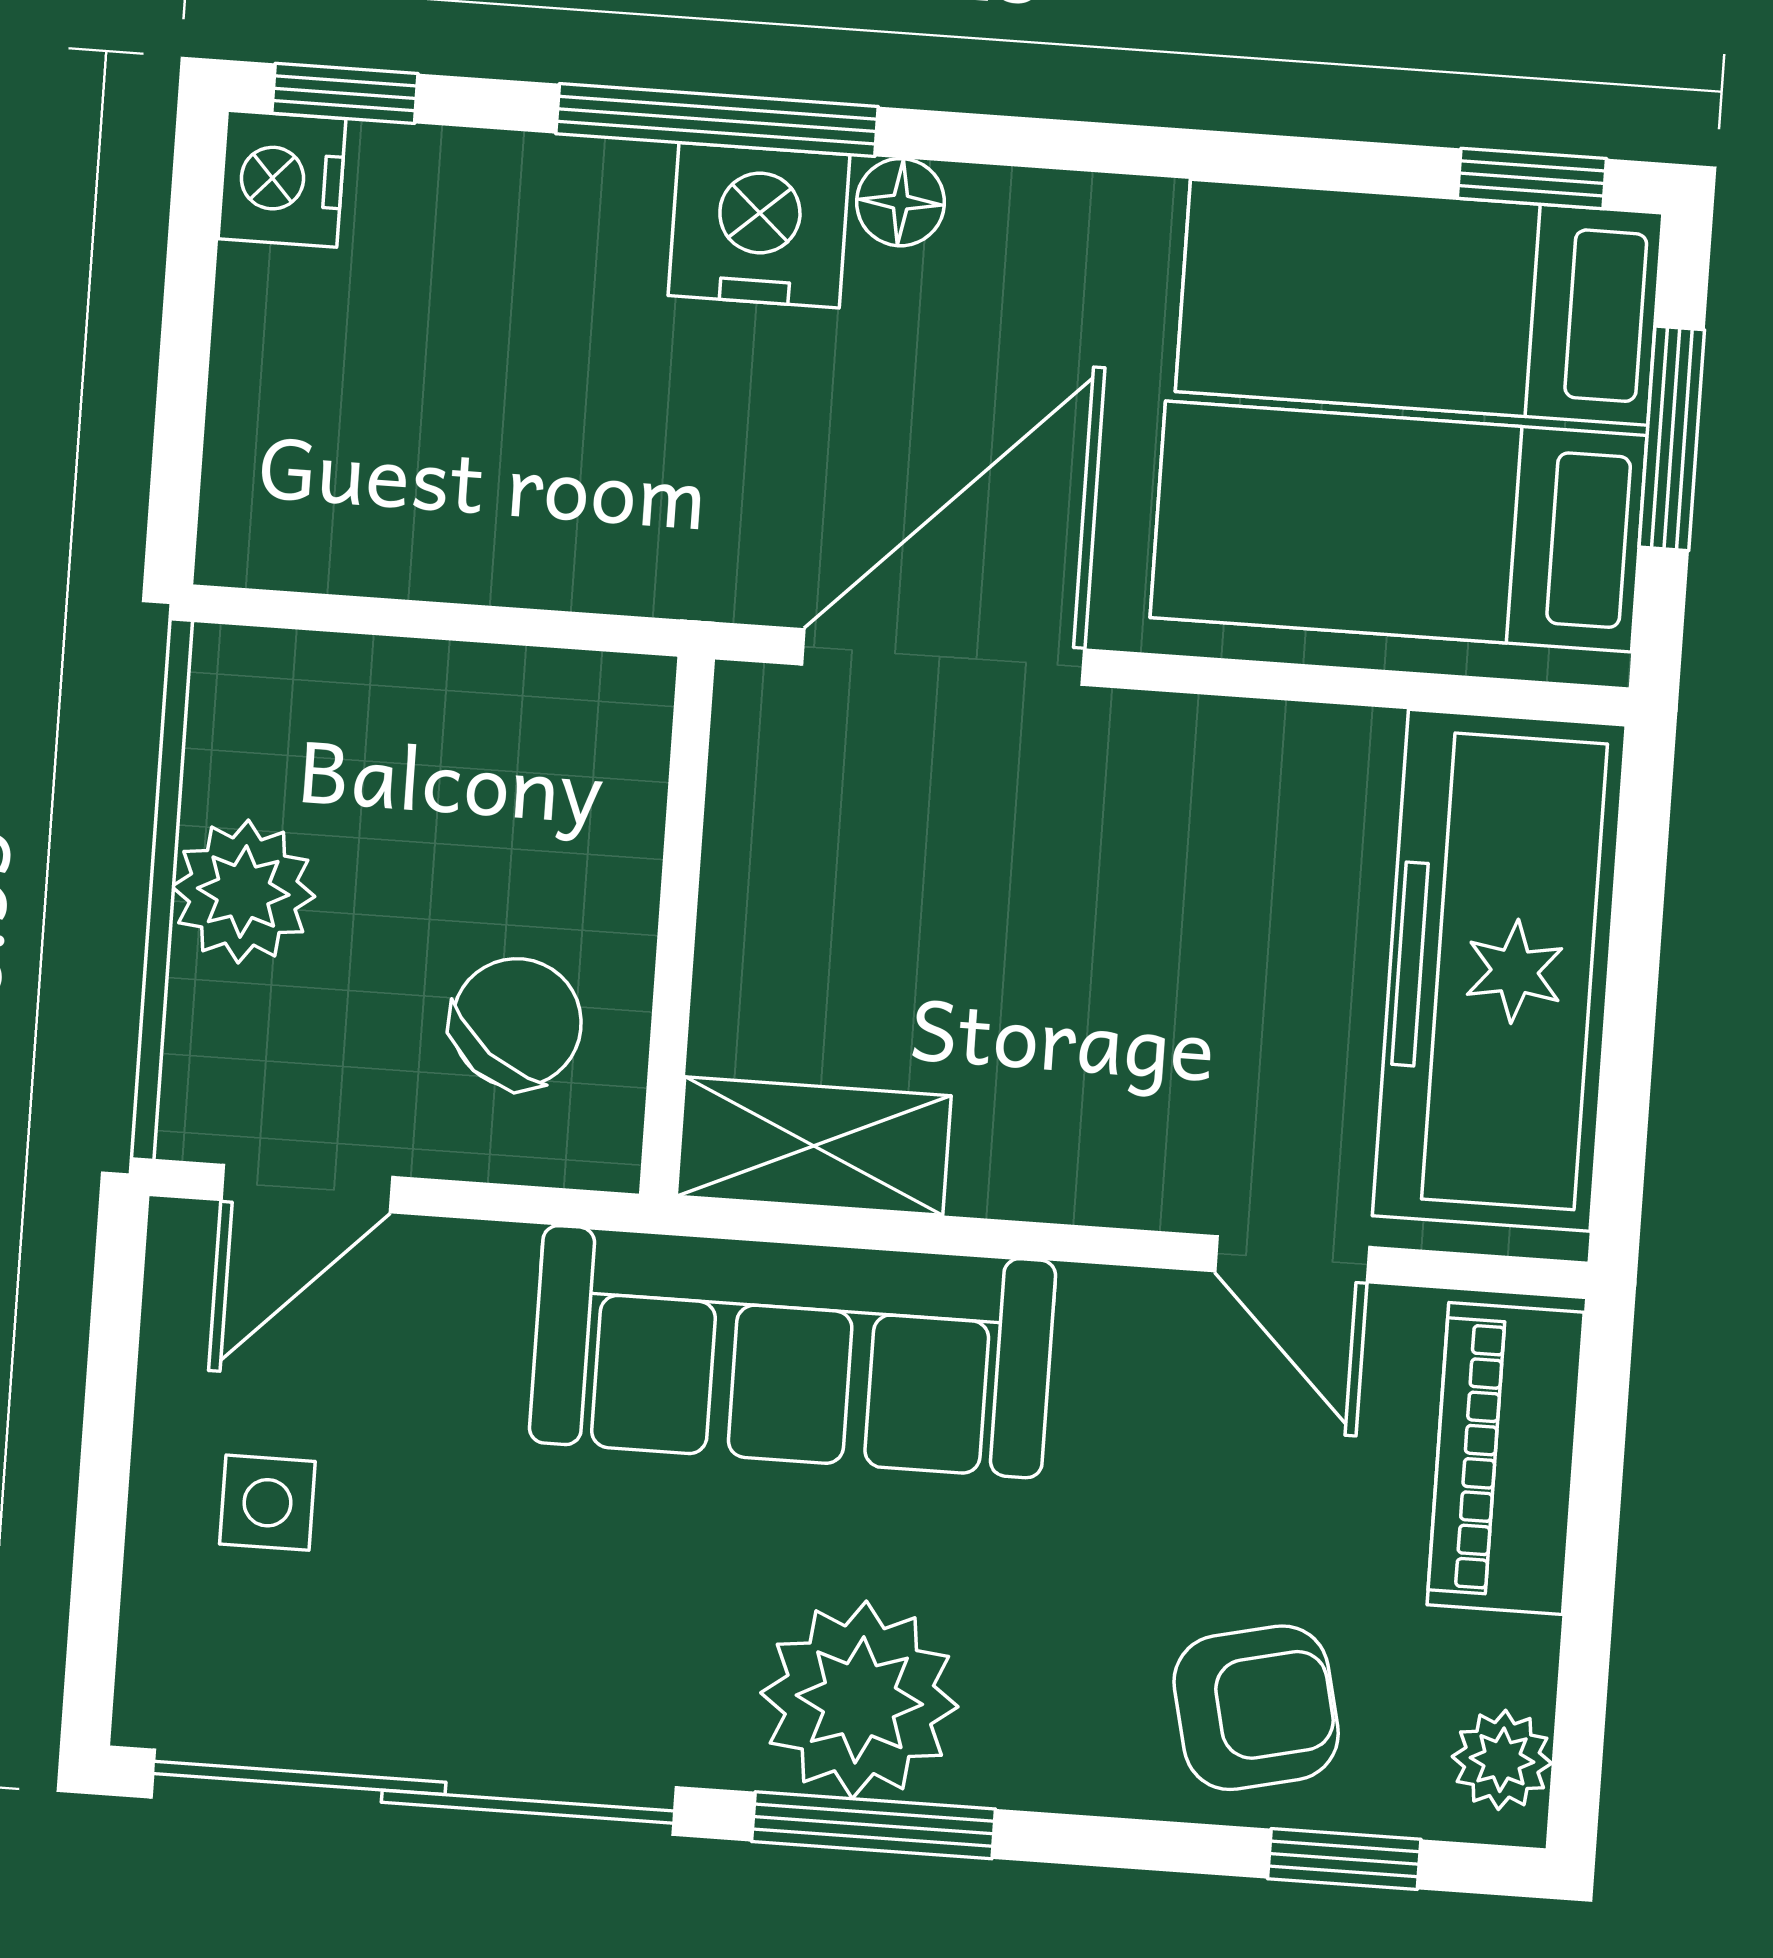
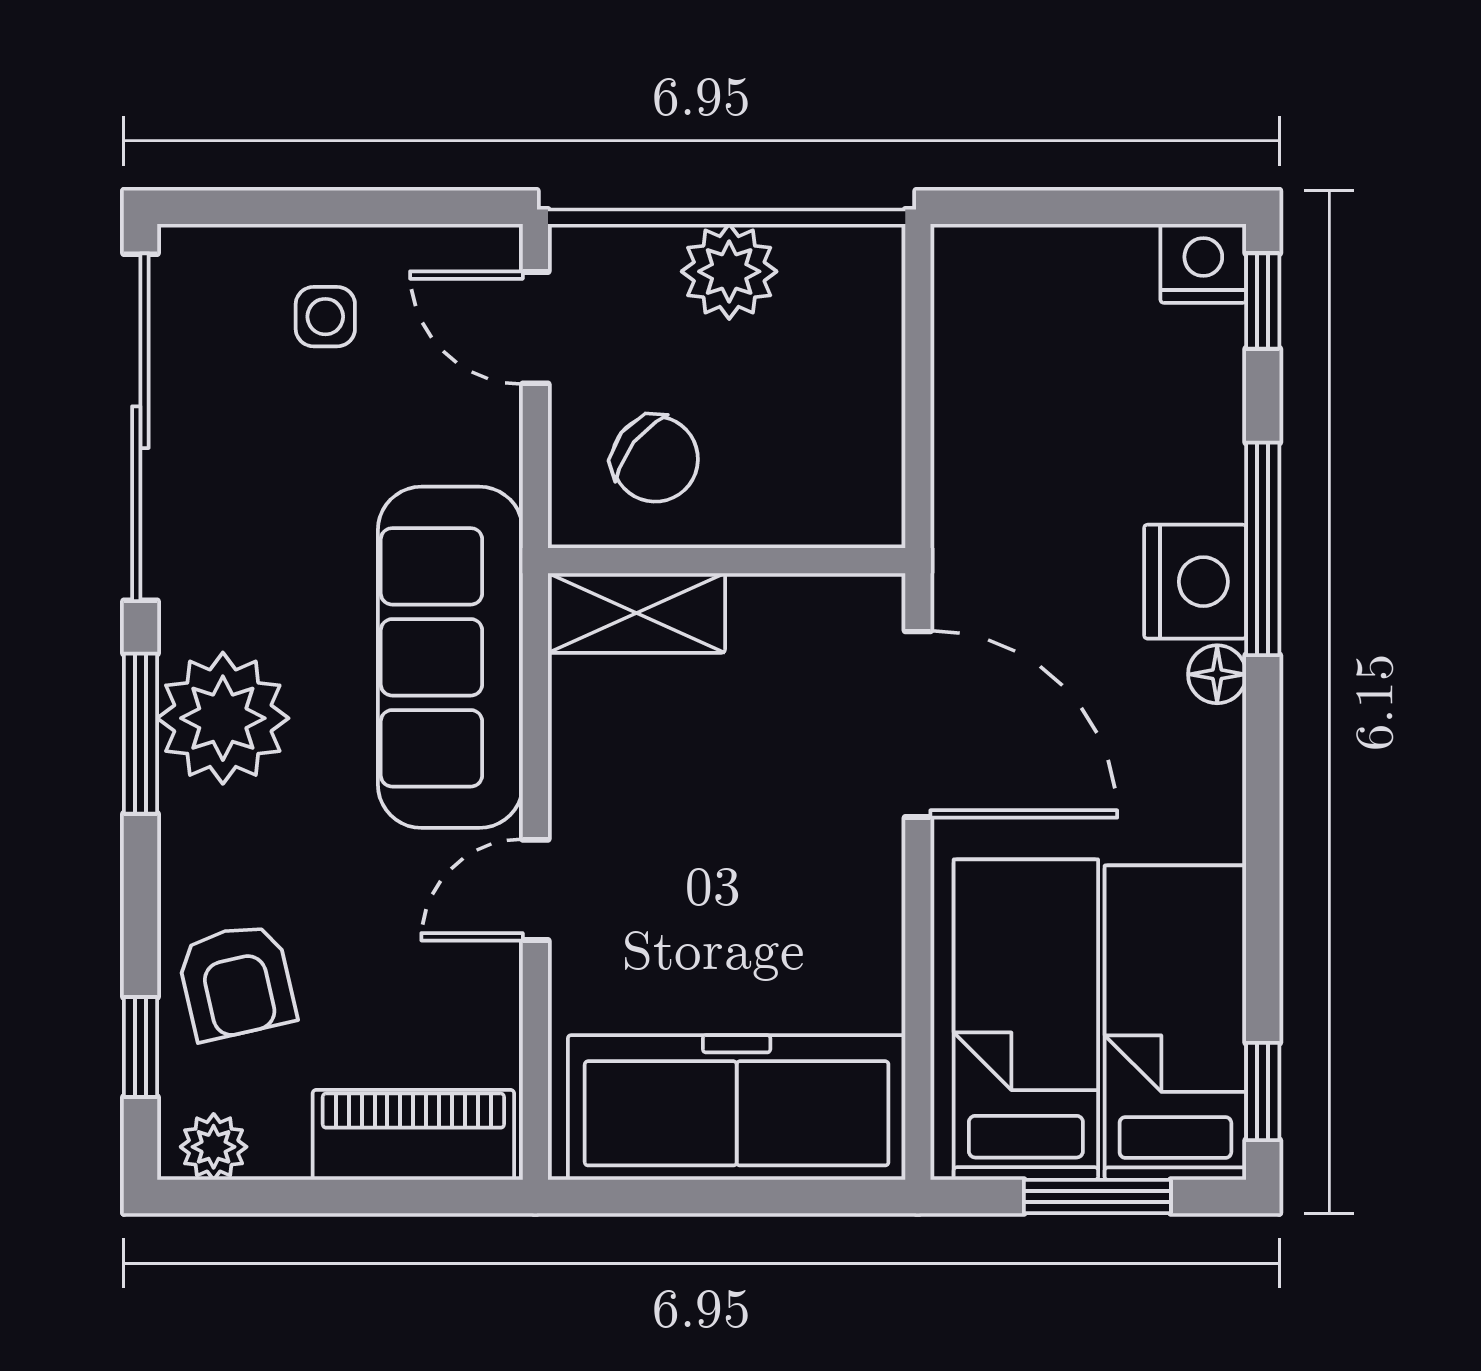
shelving: (814, 1146) -> (636, 613), moved, turned 90
door: (1292, 1259) -> (535, 890), moved

